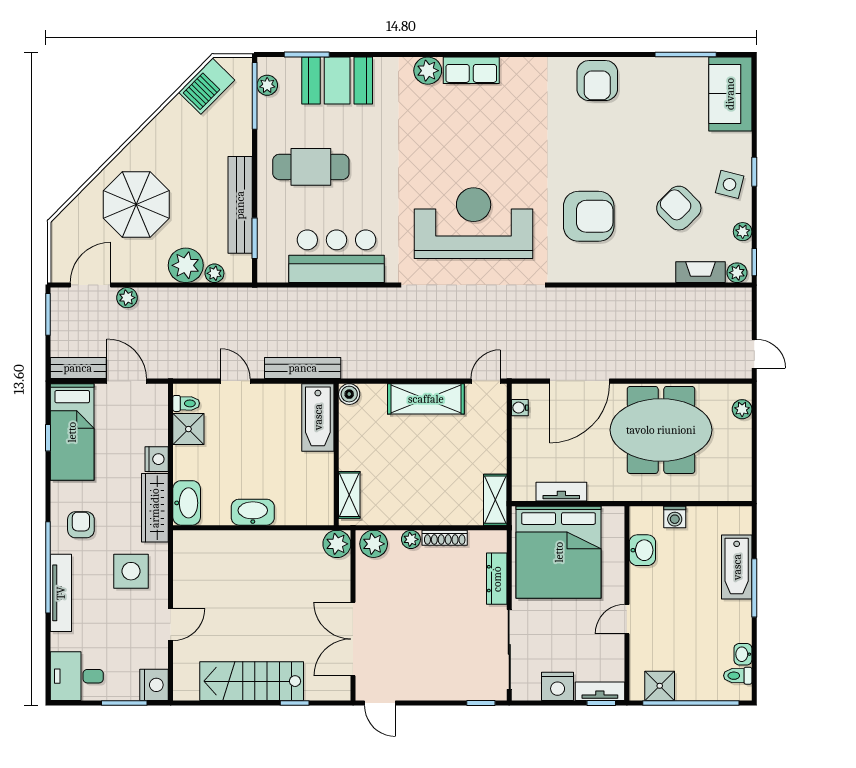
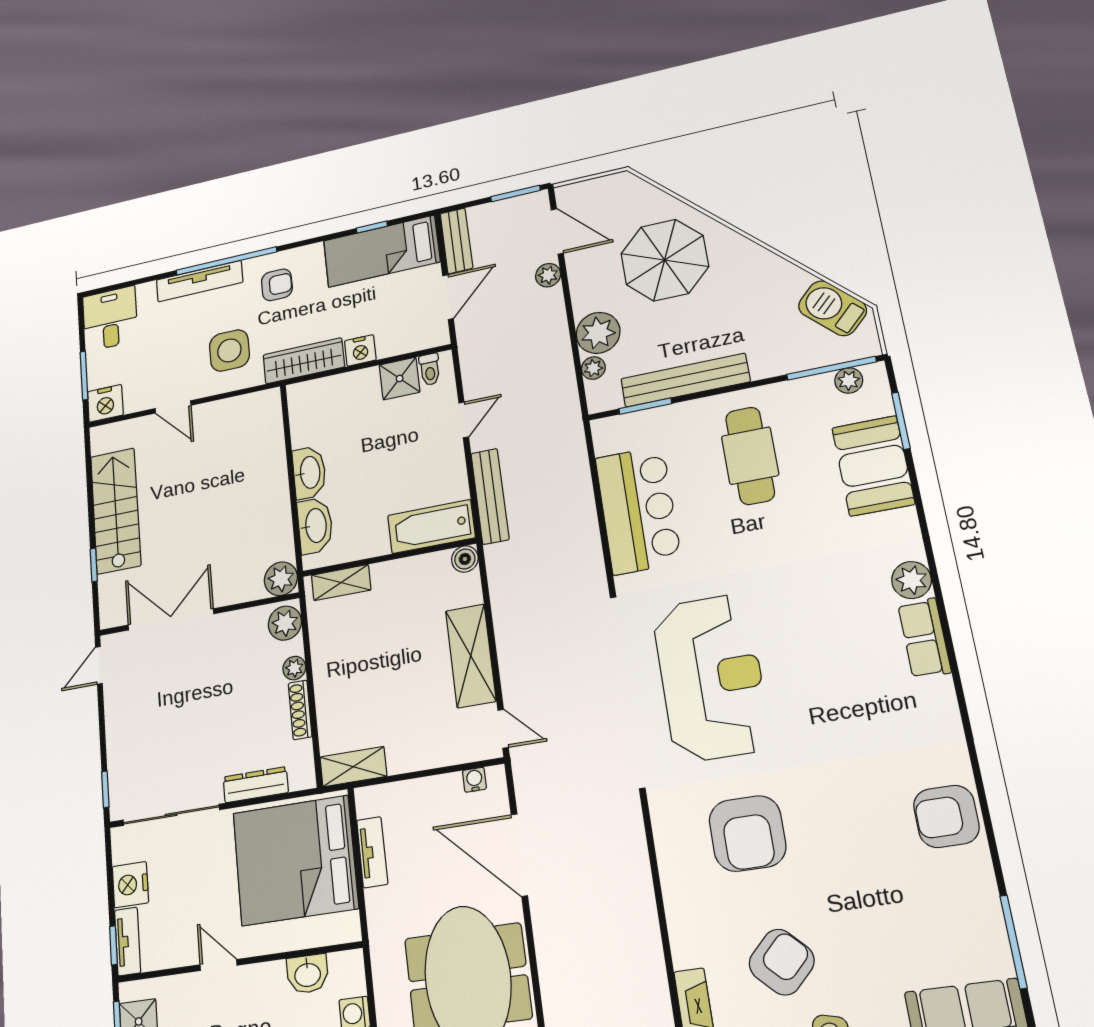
washbasin: (187, 503) -> (315, 526), moved, turned -90

